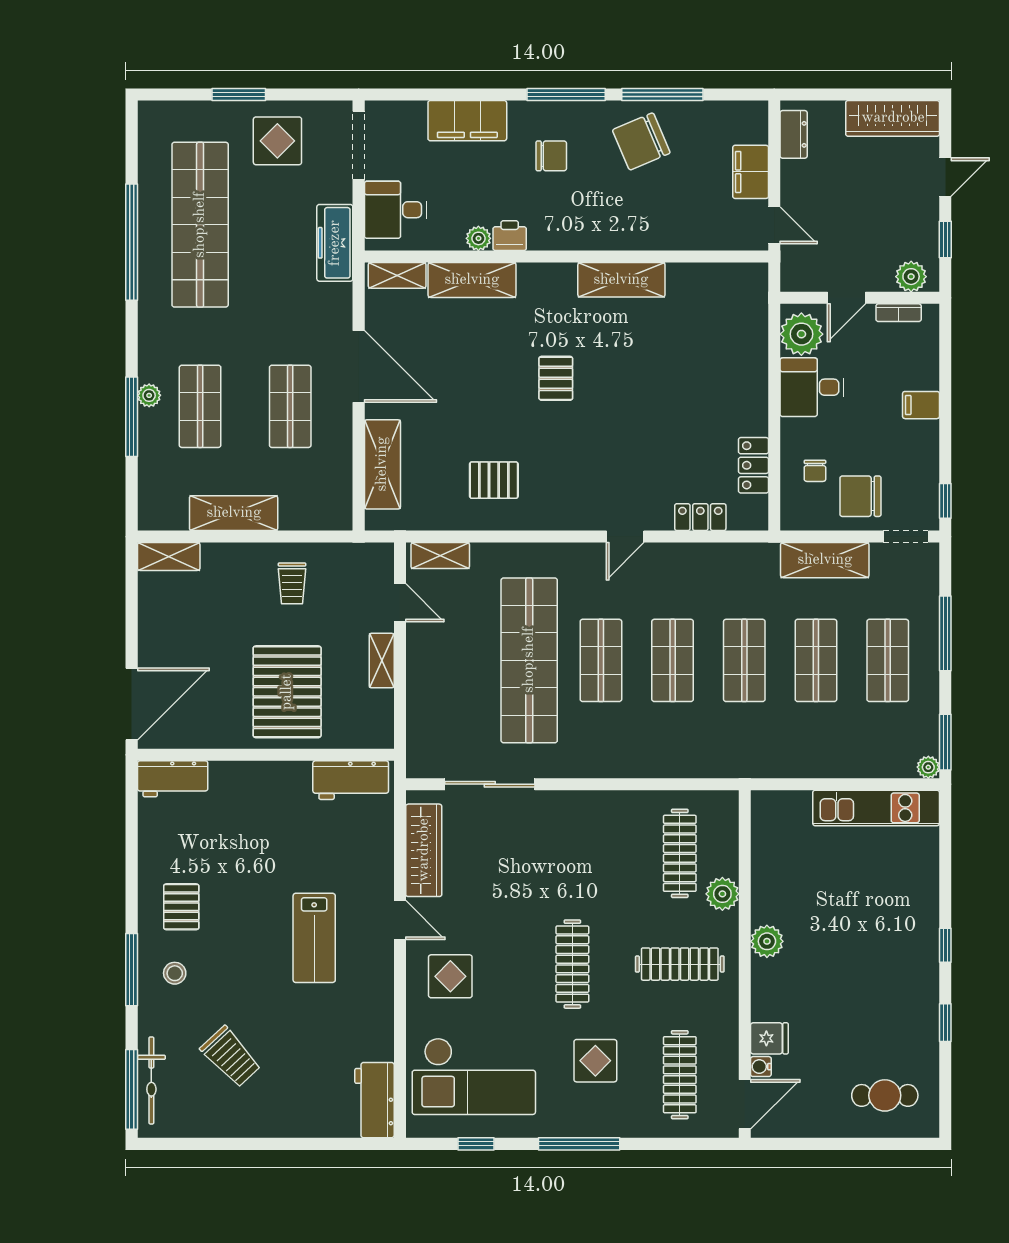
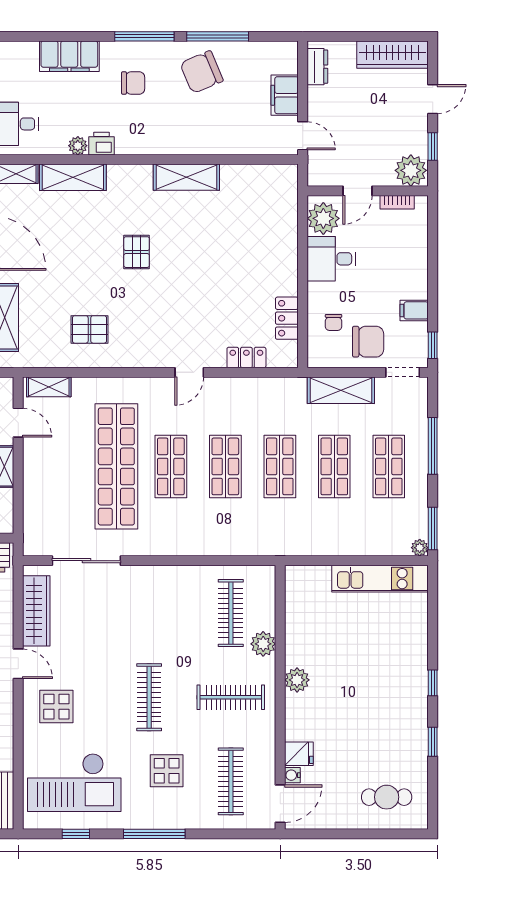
plant: (911, 277) -> (411, 170), width x1.36, depth x1.36
filing cabinet: (921, 405) -> (414, 310), moved
chair: (860, 496) -> (368, 342), turned 180

